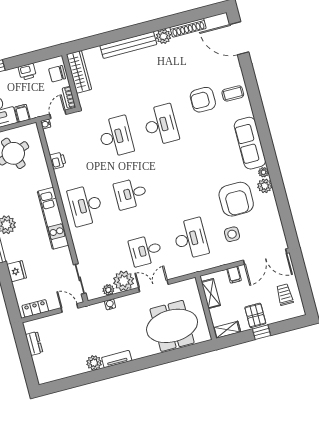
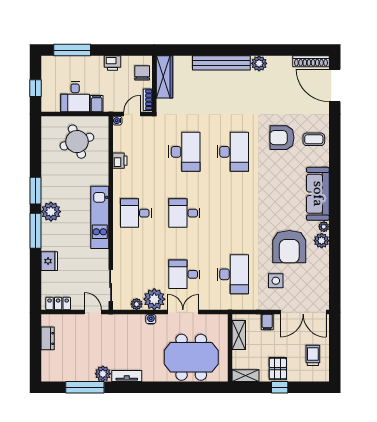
shoe rack: (188, 28) -> (311, 61), moved
chair: (57, 74) -> (142, 73), turned 90
desk: (86, 205) -> (136, 213), width x0.73
water cooler: (110, 304) -> (151, 319), moved
window: (80, 380) -> (85, 387), added

